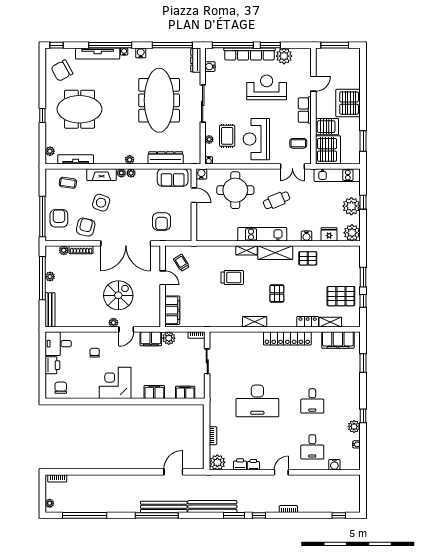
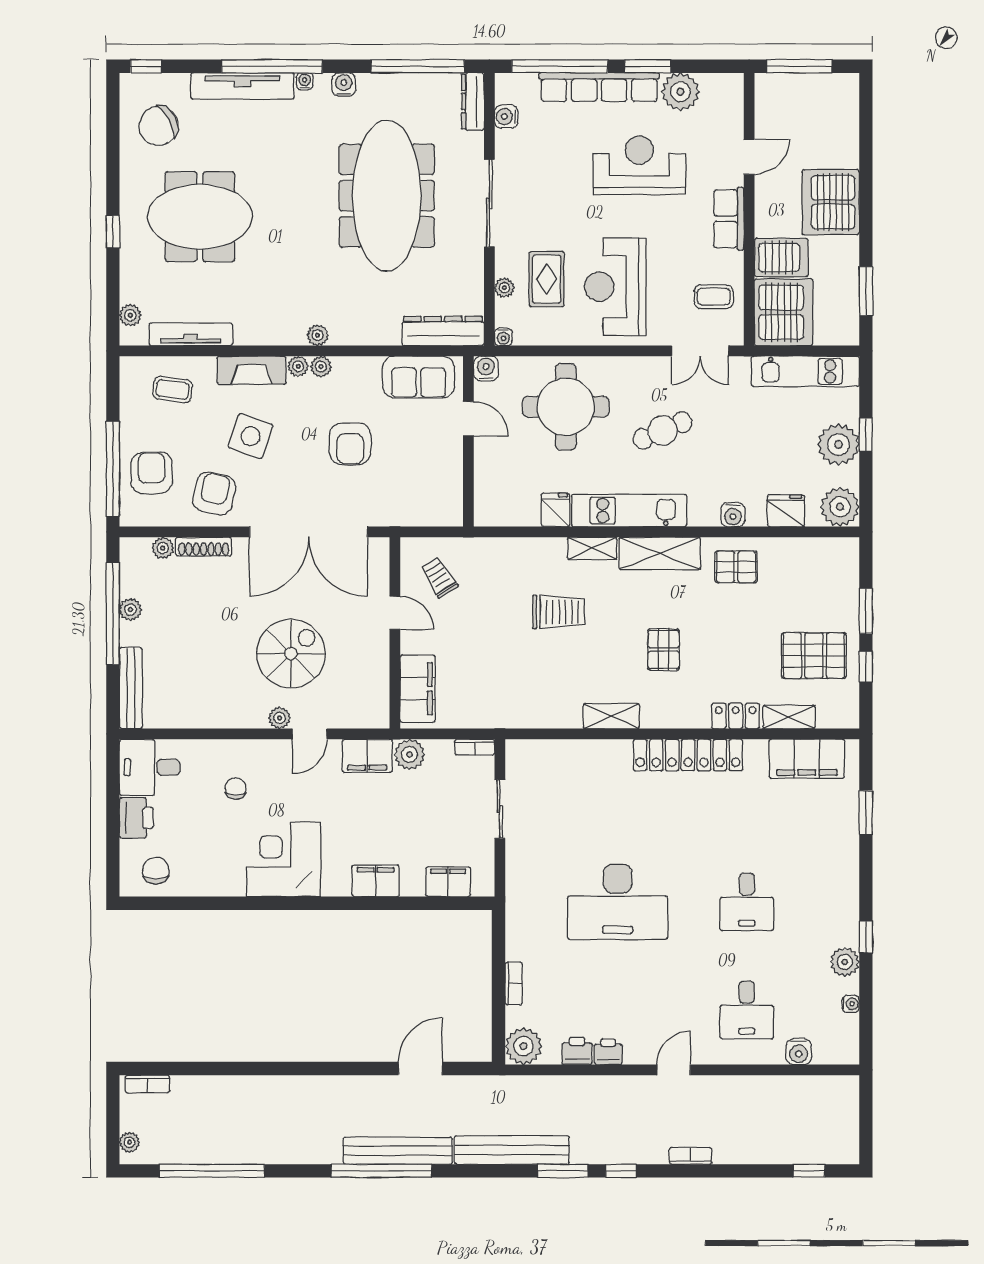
dresser: (166, 158) -> (443, 331), moved
armchair: (162, 221) -> (350, 444), moved
fridge: (231, 234) -> (555, 510), added

